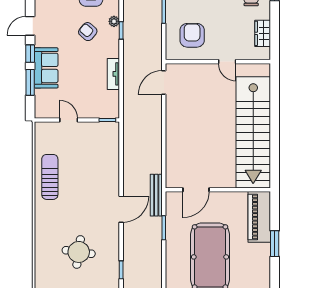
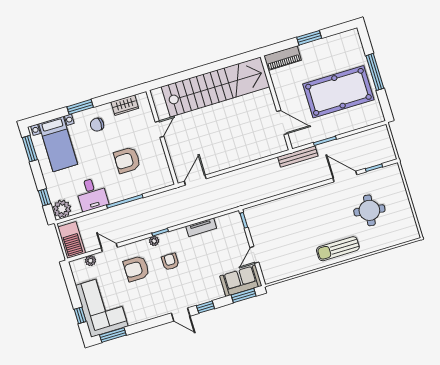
armchair: (88, 32) -> (170, 262), turned 139
armchair: (192, 35) -> (127, 160), moved
sofa: (46, 68) -> (241, 281), moved
window: (30, 82) -> (244, 296), moved
door: (164, 83) -> (195, 180), swing flipped
sun lounger: (50, 177) -> (338, 249), moved
door: (121, 209) -> (345, 176), moved
piano: (259, 217) -> (283, 58), width x0.73, depth x0.75

